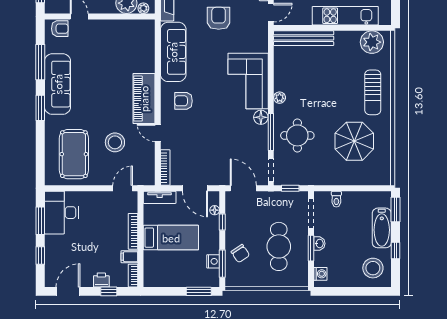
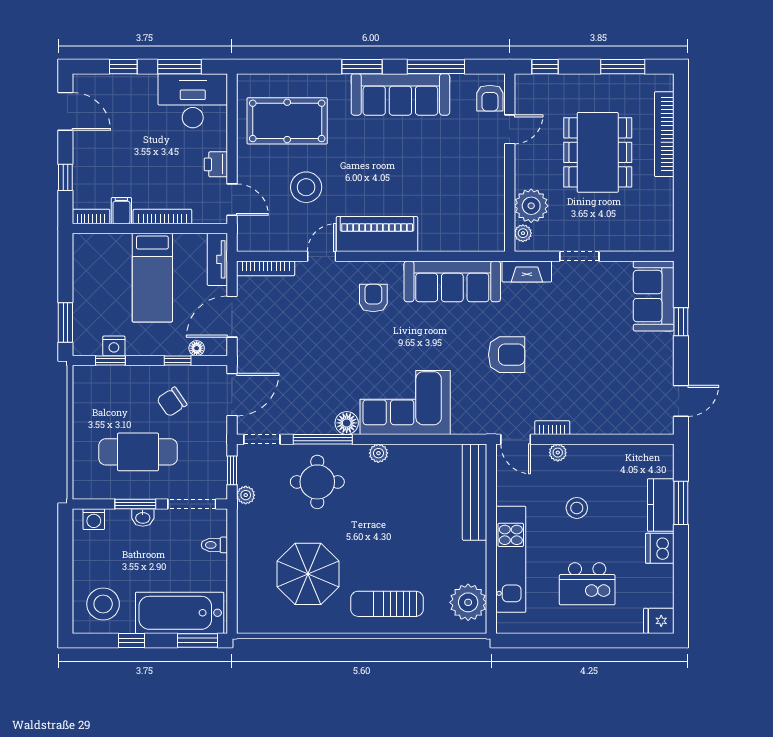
plant: (305, 180) -> (246, 495), added
bathtub: (382, 228) -> (180, 613), width x1.36, depth x1.36
chair: (240, 254) -> (172, 402), moved
window: (222, 264) -> (110, 360), width x0.67
printer: (101, 280) -> (216, 164), moved, turned 180

